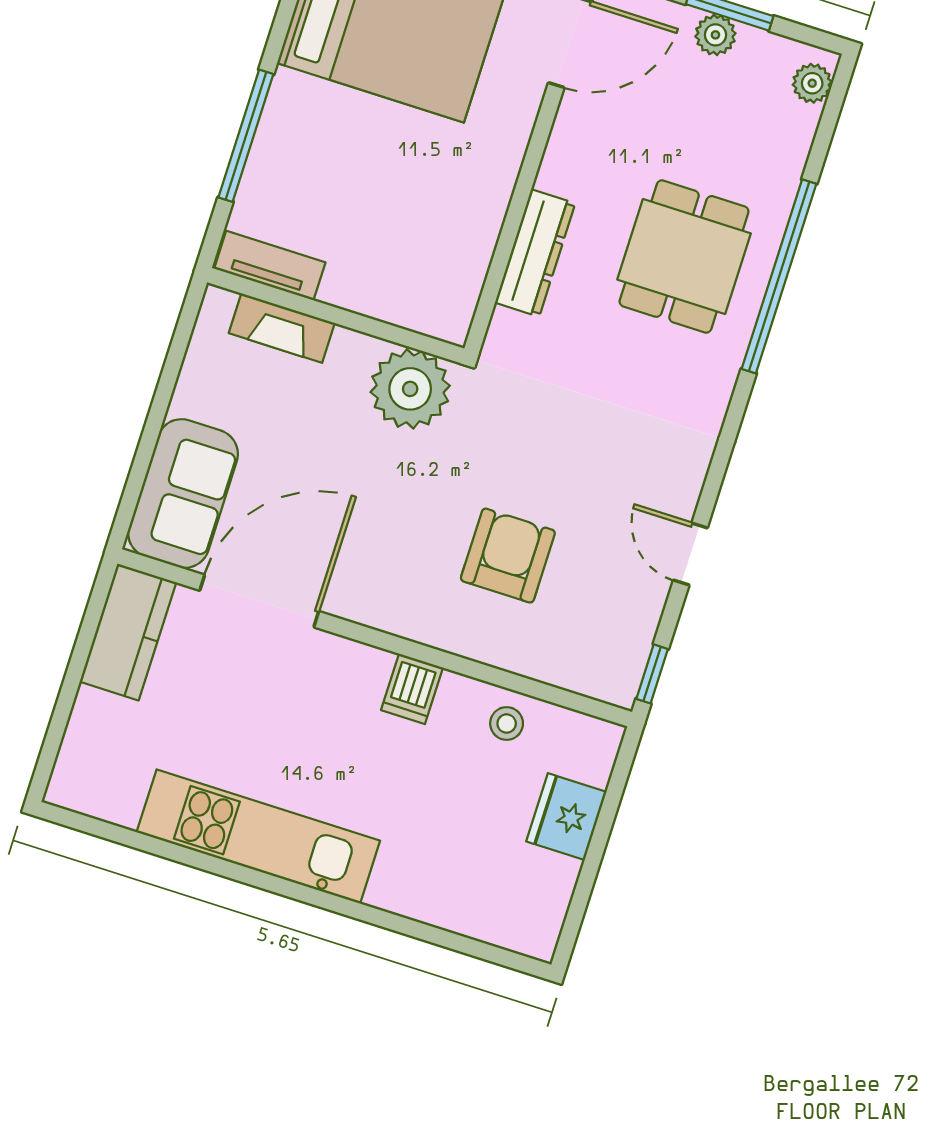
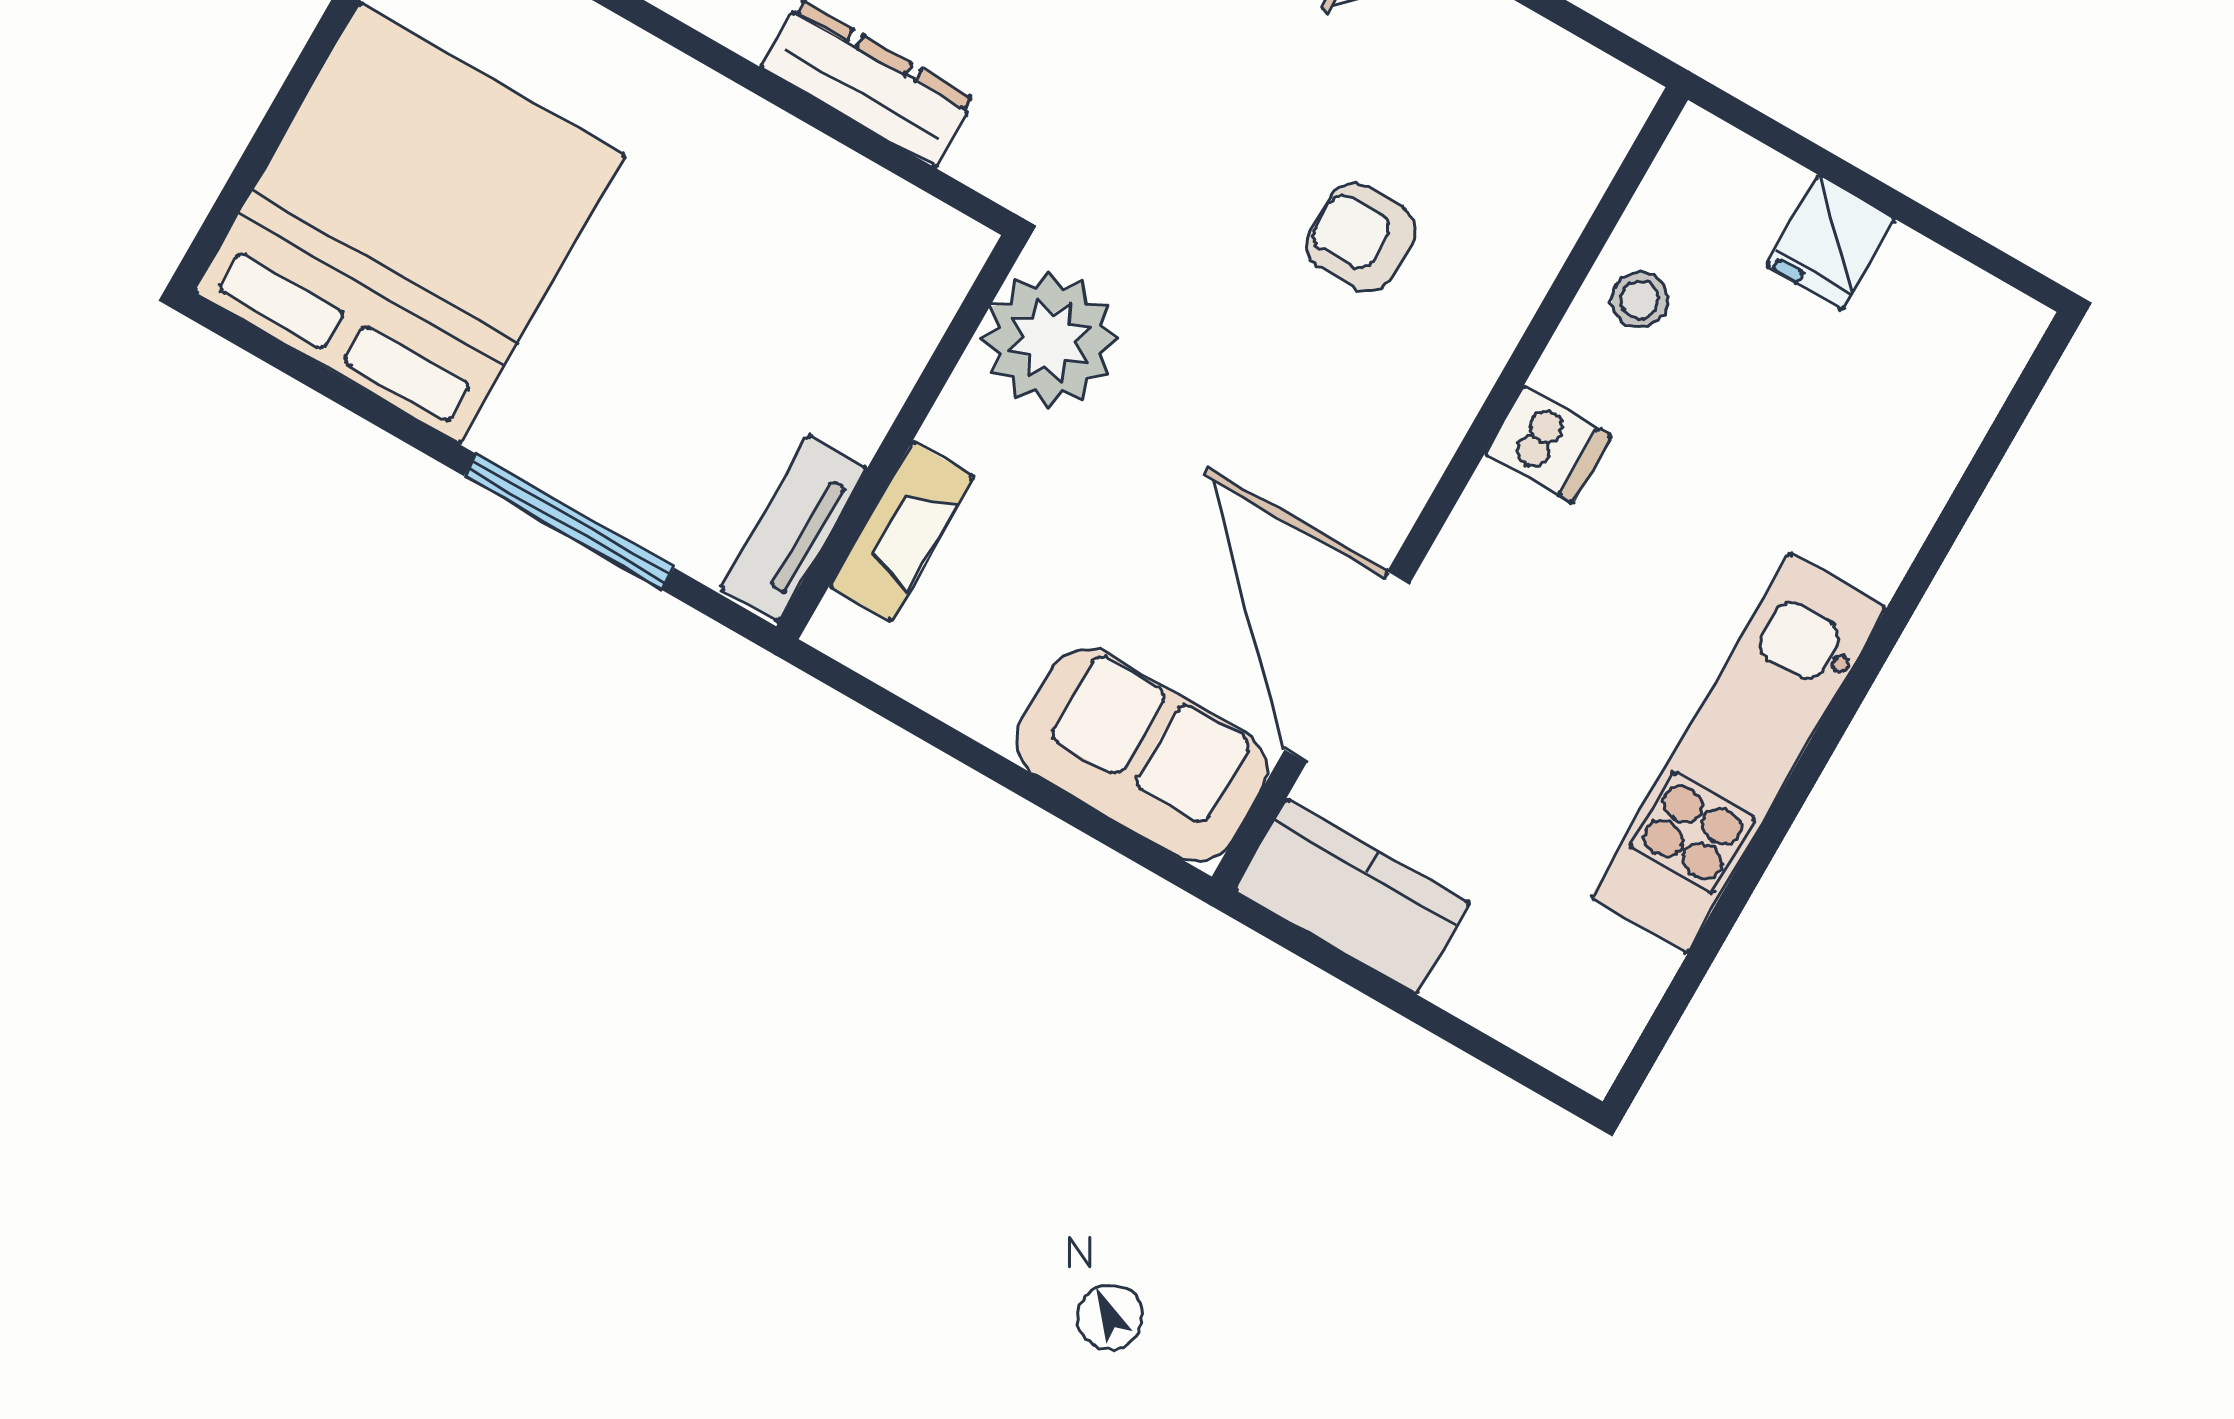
armchair: (508, 556) -> (1361, 237), width x0.72, depth x0.72
window: (652, 674) -> (1610, 40), removed
fridge: (566, 817) -> (1831, 242), width x0.72

